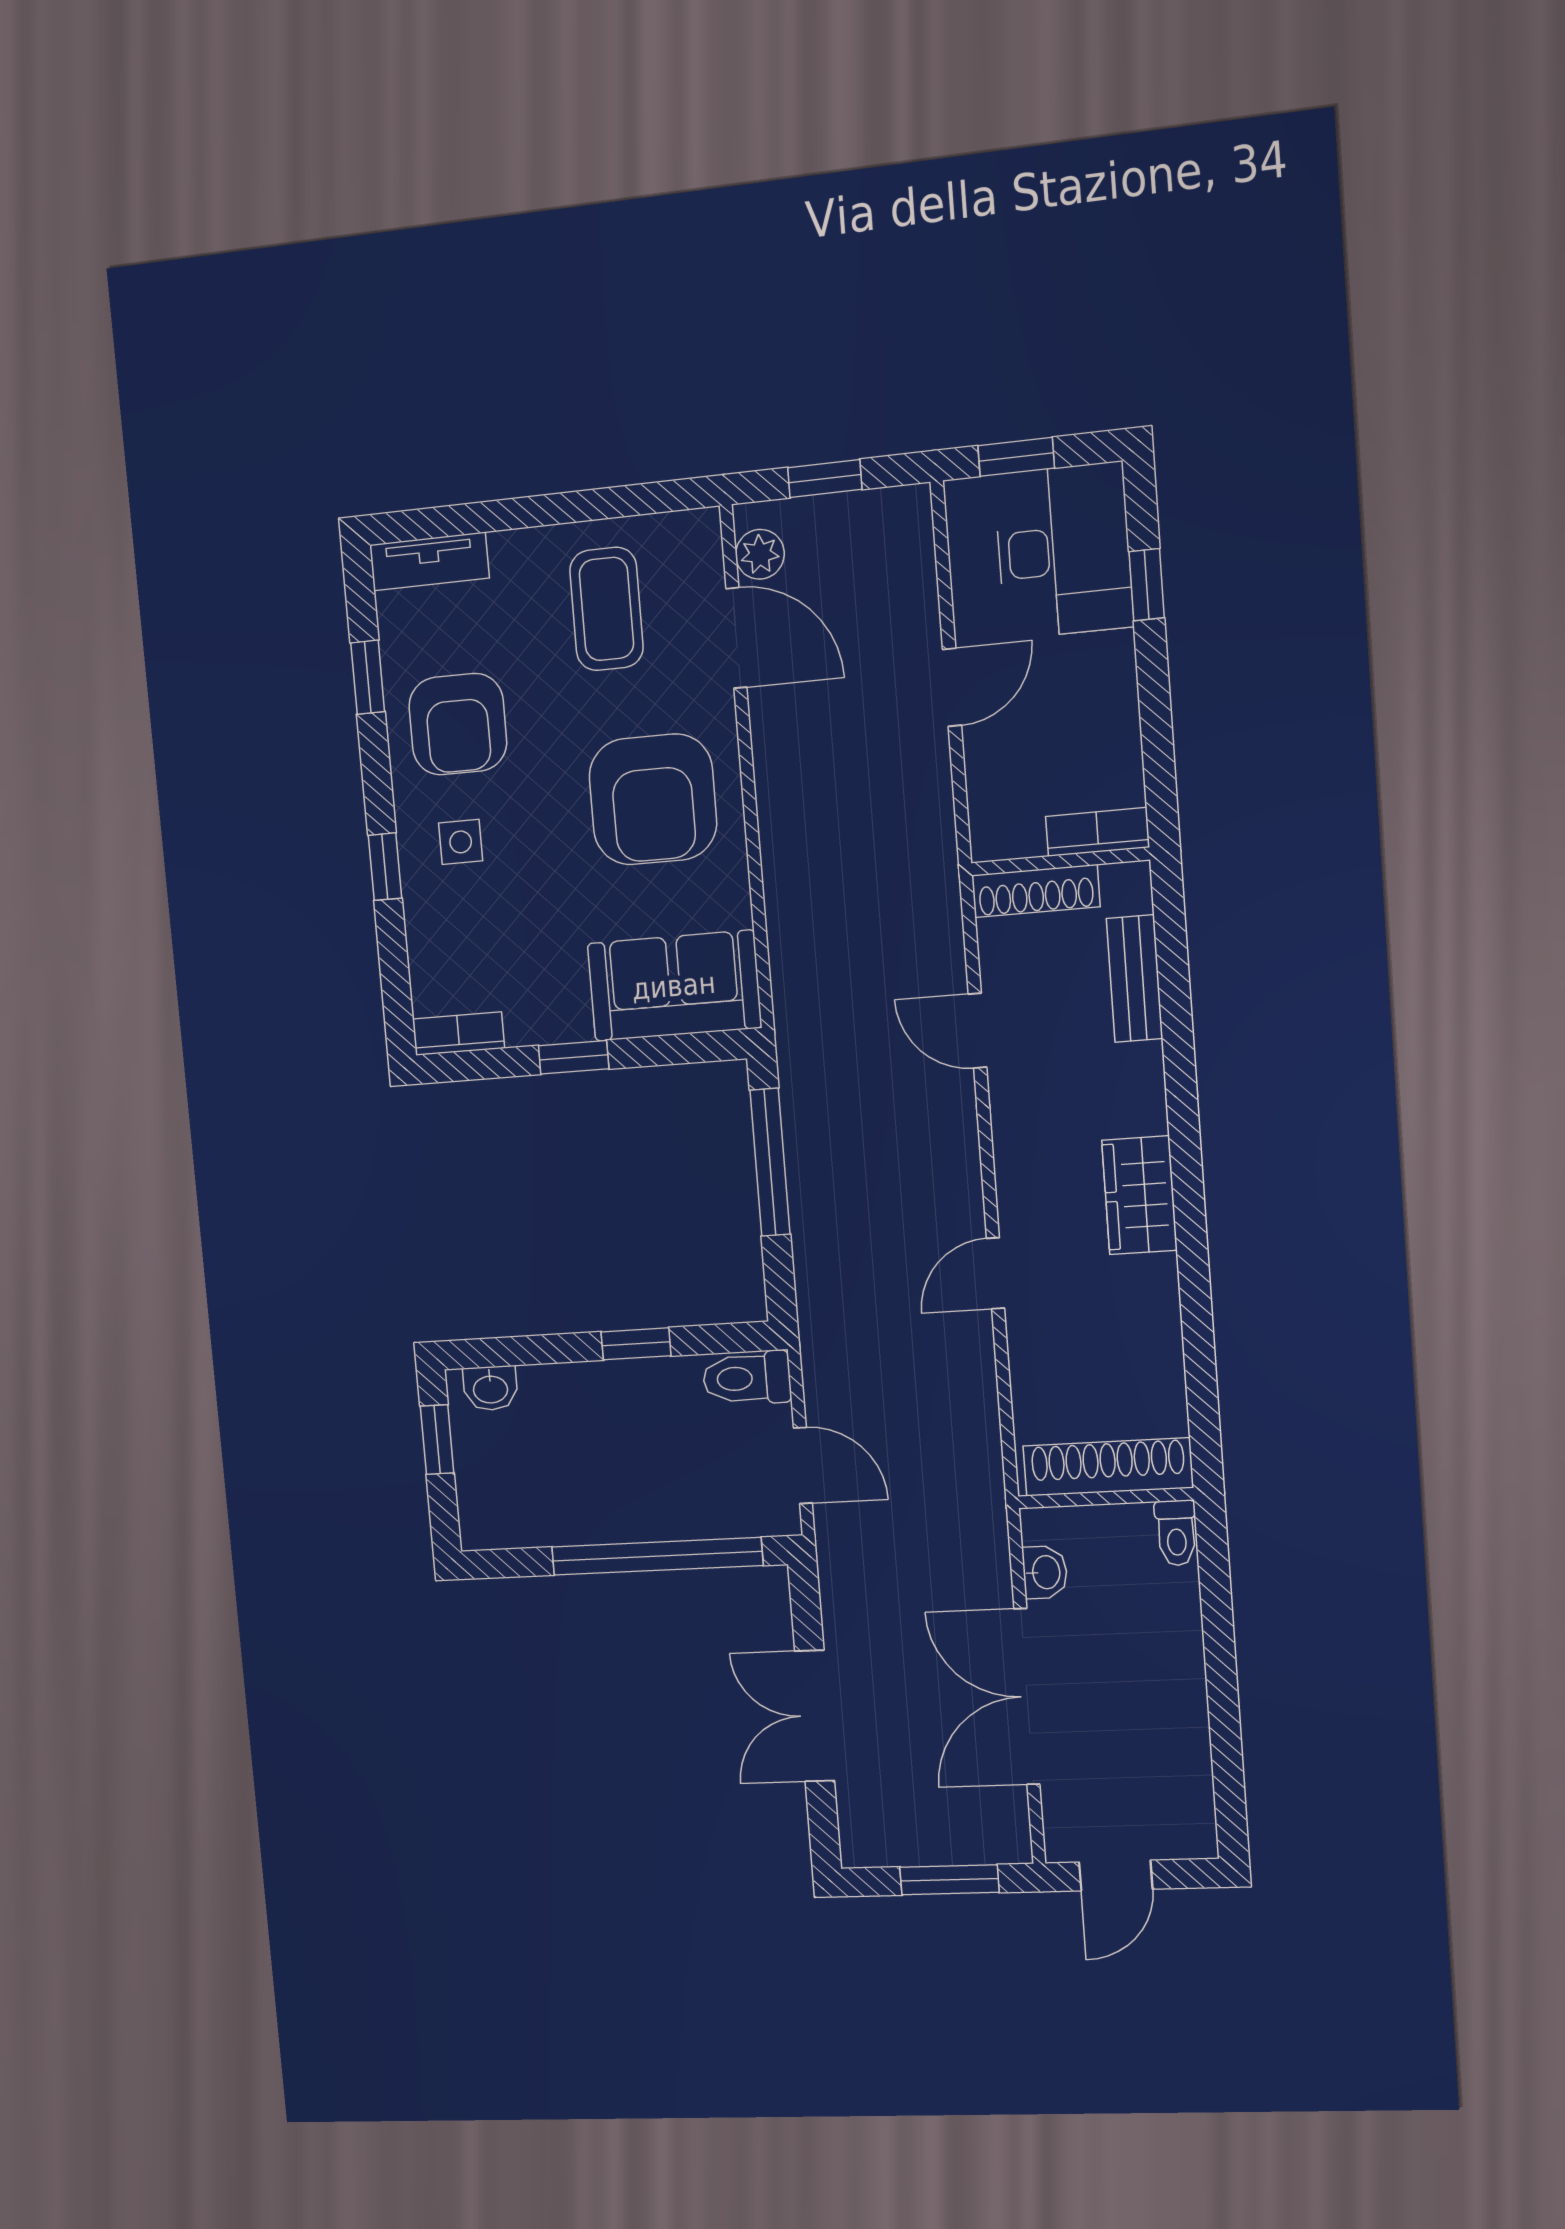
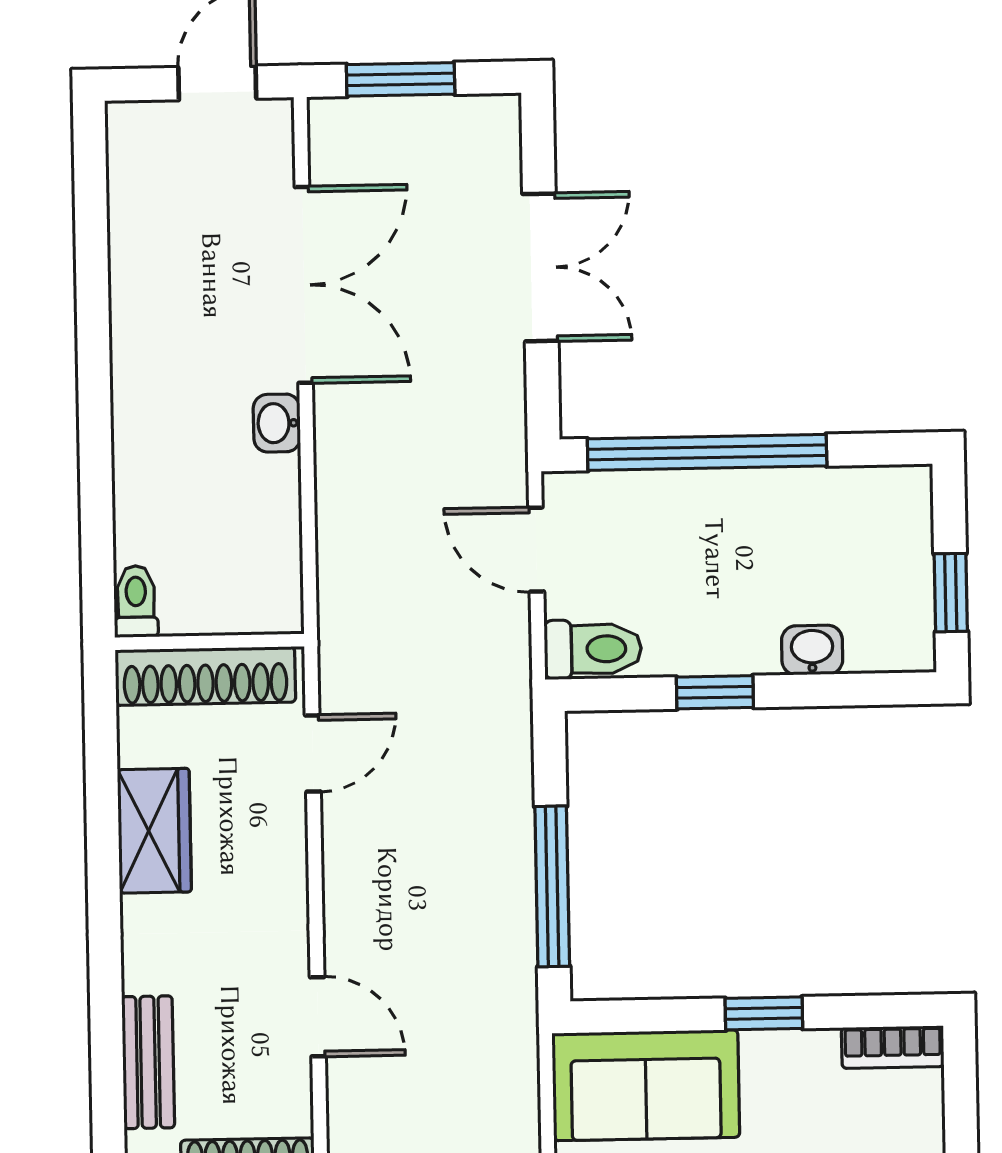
washbasin: (490, 1388) -> (812, 650), moved
shoe rack: (1108, 1467) -> (205, 676), moved
wall: (1106, 1498) -> (210, 642), moved
toilet: (1176, 1533) -> (136, 601), moved

